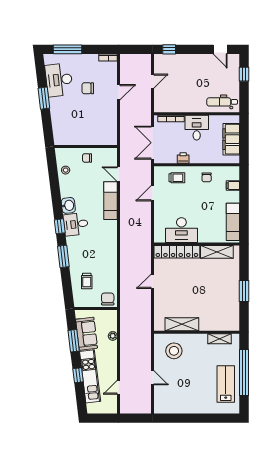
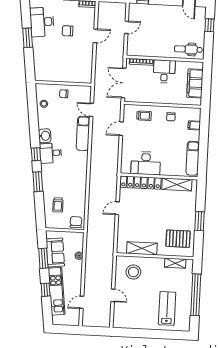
printer: (183, 158) -> (151, 98), removed
pallet: (221, 312) -> (178, 239), added
lab bench: (226, 384) -> (167, 308), moved

